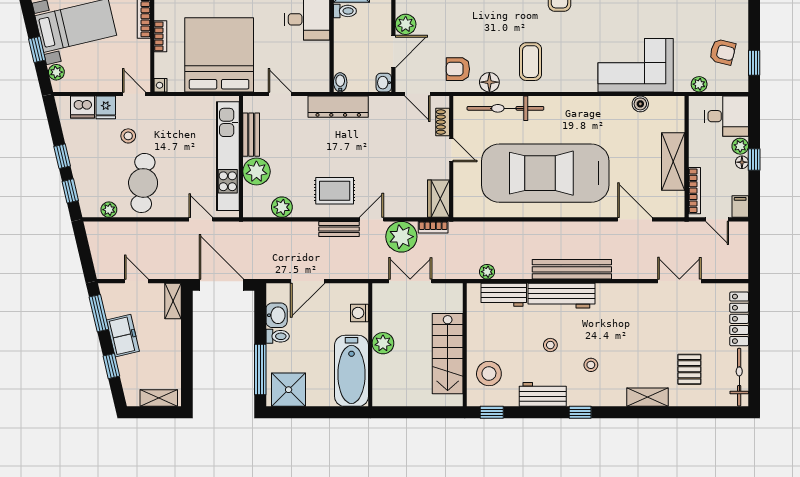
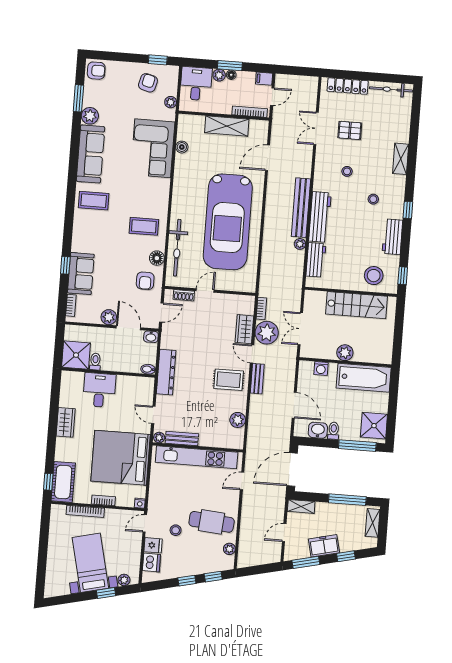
door: (280, 94) -> (153, 415), hinge flipped
window: (754, 160) -> (230, 66), width x1.50
plant: (256, 171) -> (159, 438), moved, width x0.53, depth x0.53
rug: (335, 191) -> (229, 380), turned 90
wardrobe: (438, 199) -> (244, 329), moved, turned 90
plant: (487, 272) -> (300, 244), moved
stool: (550, 345) -> (347, 171), moved
window: (187, 362) -> (347, 500), added
pallet: (689, 369) -> (350, 130), moved

